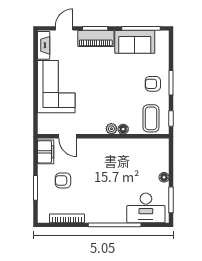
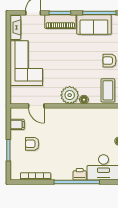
plant: (111, 129) -> (70, 95), width x1.88, depth x1.88
filing cabinet: (46, 152) -> (17, 124), width x0.50
printer: (118, 216) -> (80, 174), added

